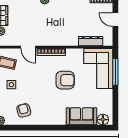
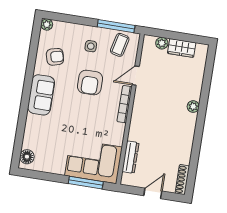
armchair: (65, 80) -> (90, 82), moved
sofa: (81, 116) -> (41, 95), moved

